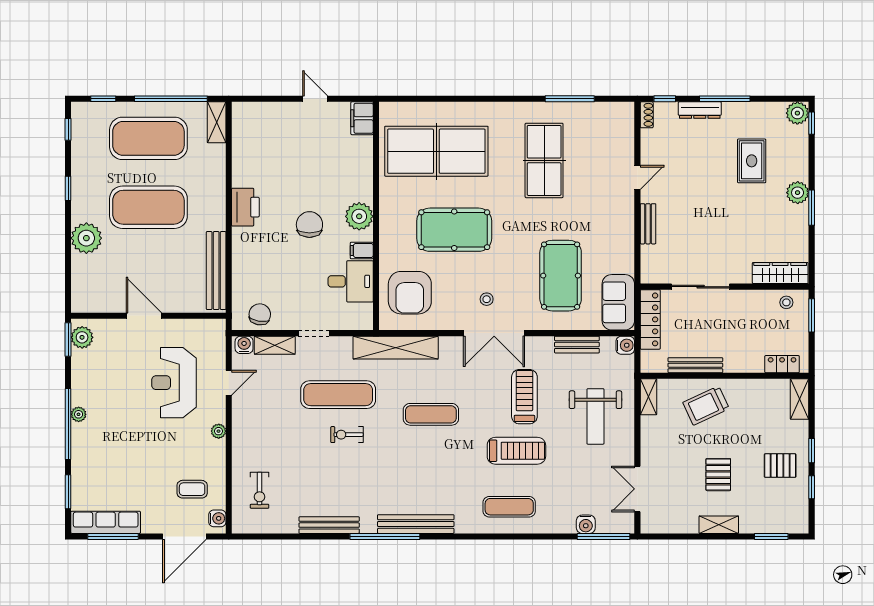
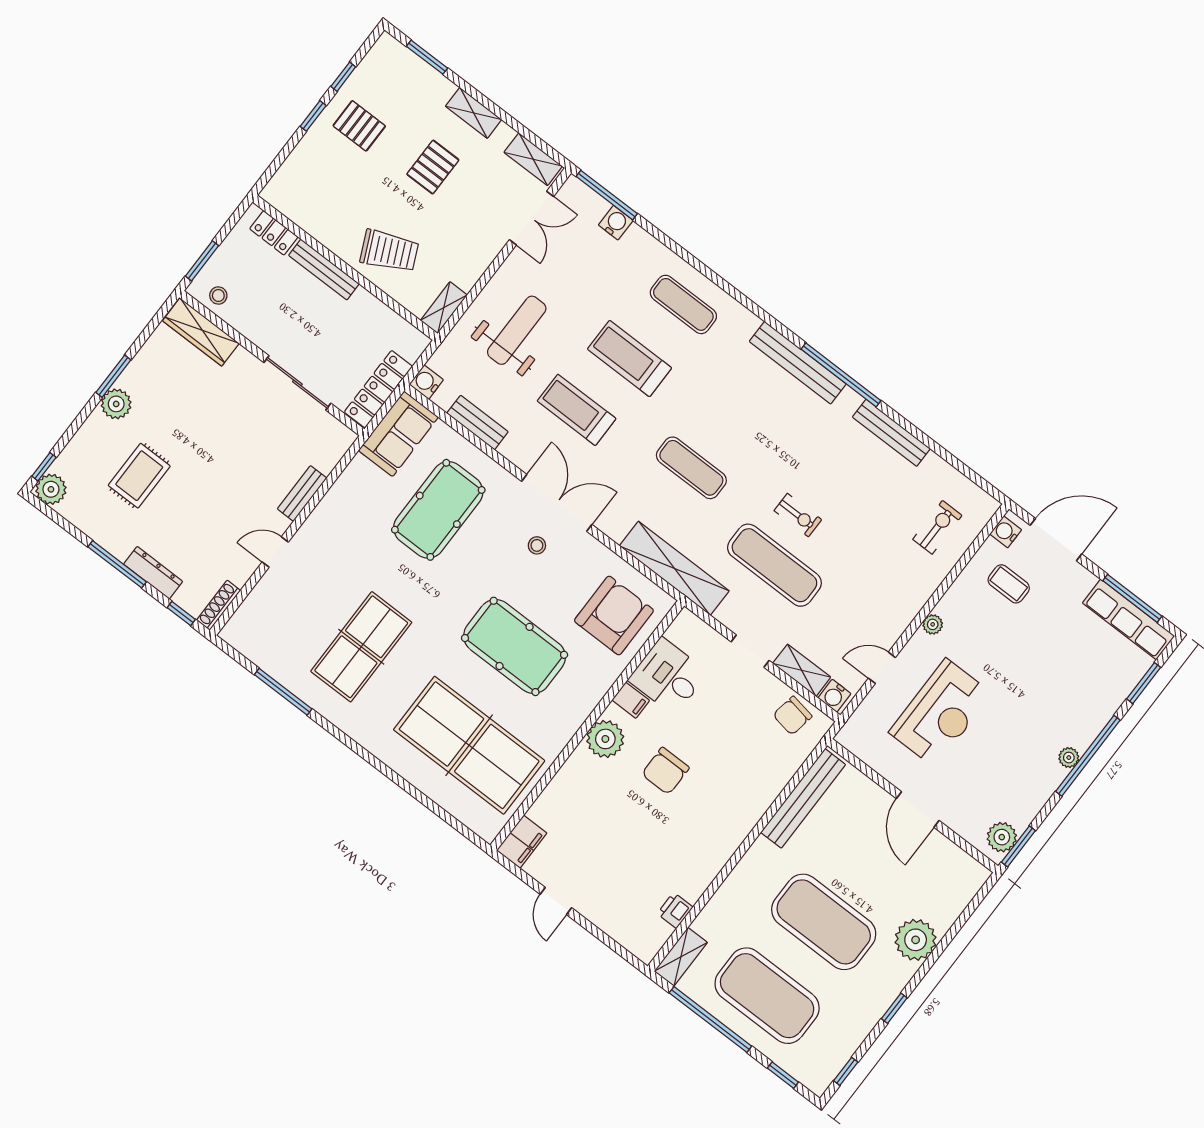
shoe rack: (647, 115) -> (219, 605), width x1.43
printer: (245, 207) -> (675, 910), moved, width x0.53, depth x0.68
bench: (695, 365) -> (324, 270), moved
treadmill: (524, 397) -> (577, 410), turned 90
shelving: (800, 399) -> (533, 159), moved, turned 90

